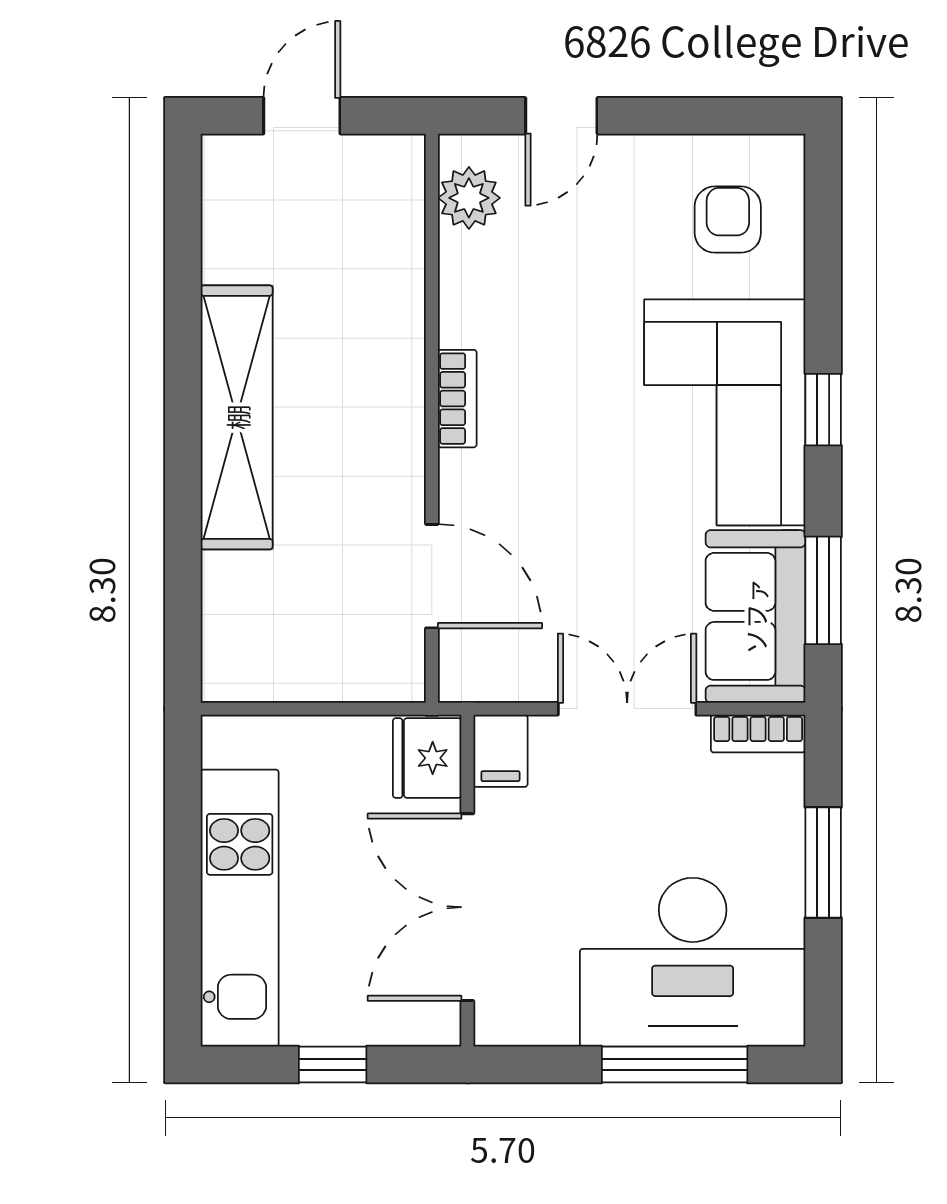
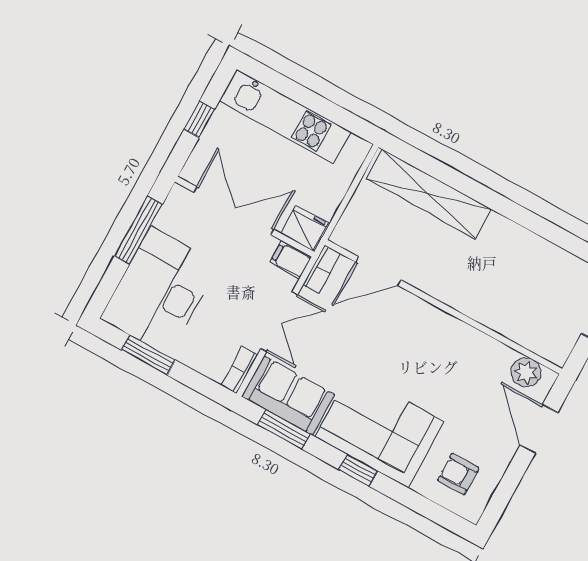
door: (561, 116) -> (539, 429), width x1.38
armchair: (728, 220) -> (458, 474), turned 180
bookcase: (457, 399) -> (322, 269), moved, turned -90
shelving: (237, 417) -> (429, 194), moved
window: (823, 863) -> (148, 355), moved
window: (675, 1064) -> (138, 230), moved

